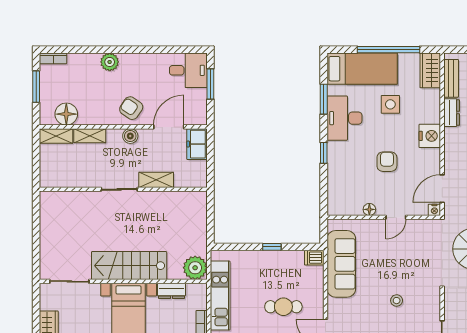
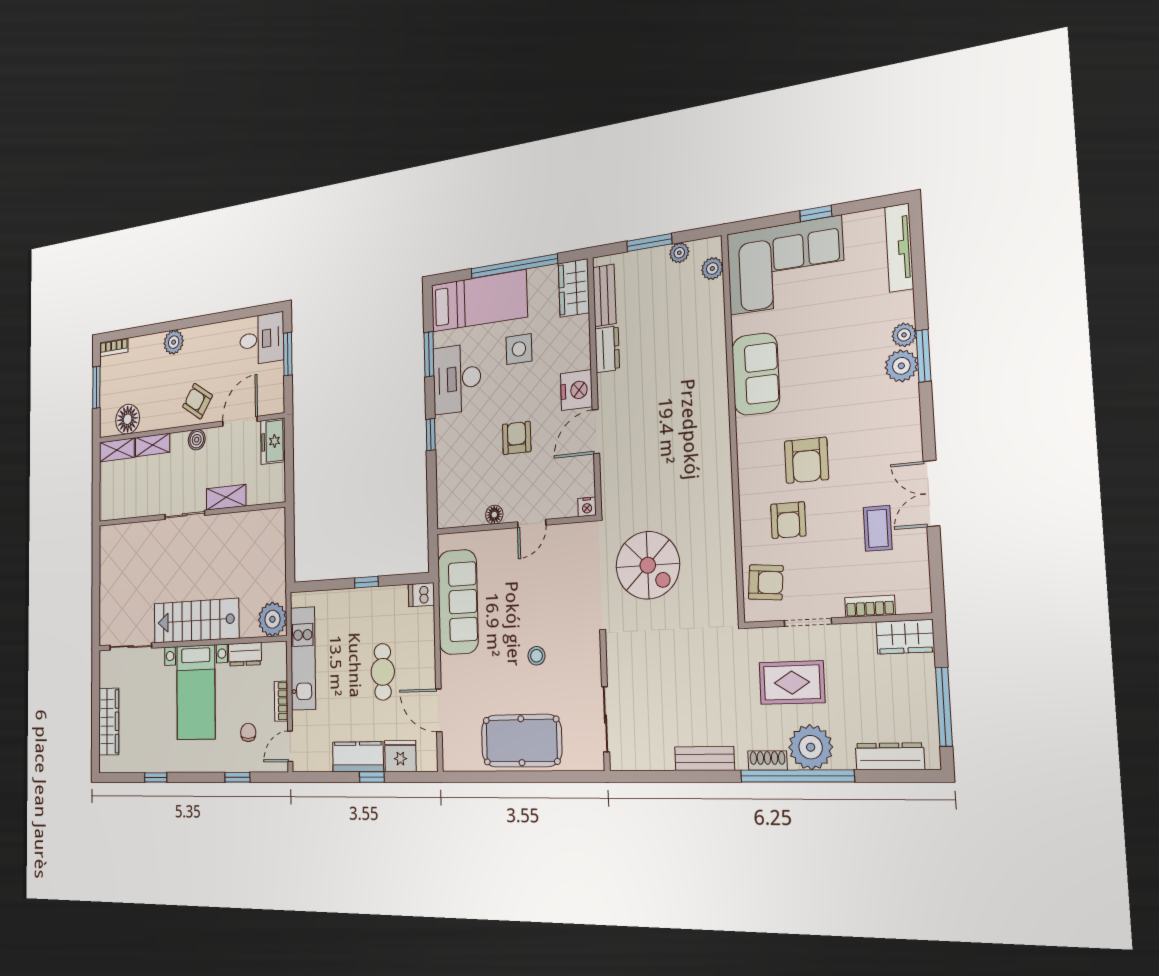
door: (442, 189) -> (596, 432), moved
cafe table: (283, 307) -> (383, 672), turned 90

